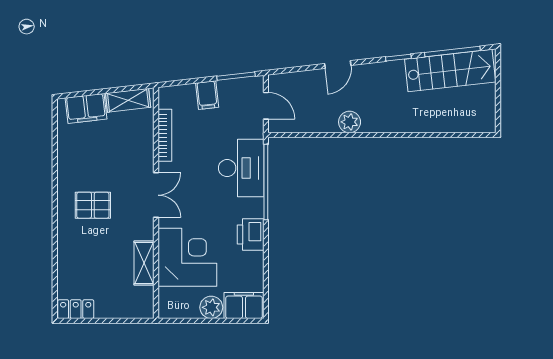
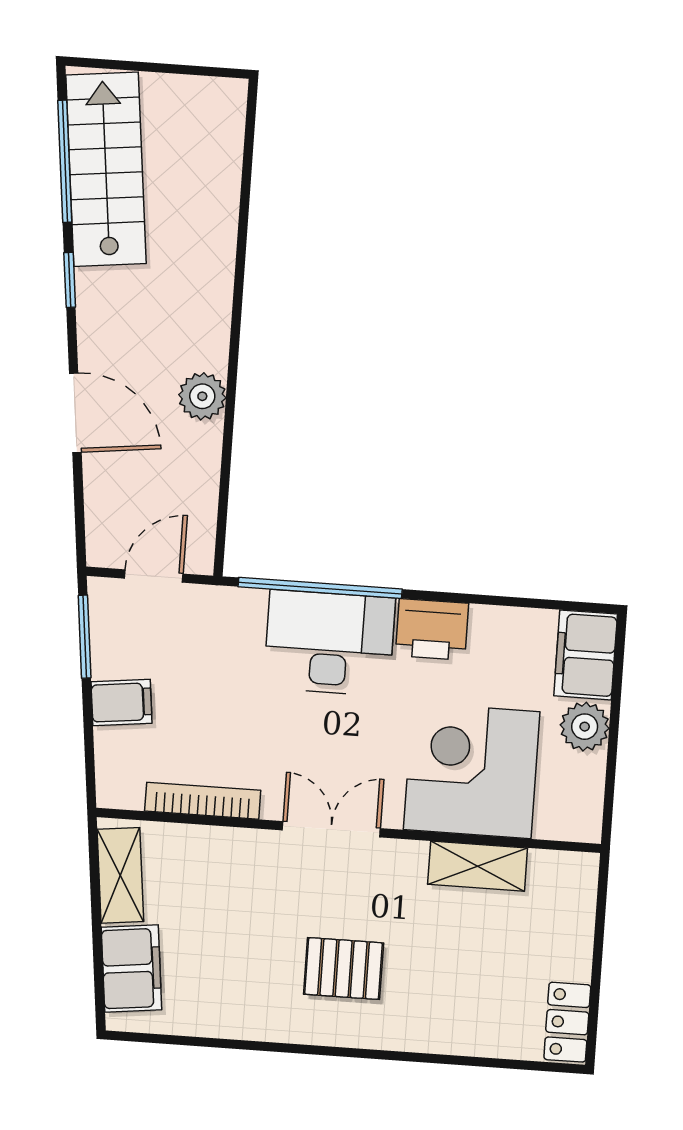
door: (338, 65) -> (75, 413), width x1.38
desk: (241, 168) -> (329, 643), moved
pallet: (93, 205) -> (344, 969), turned 90

